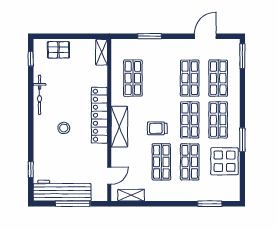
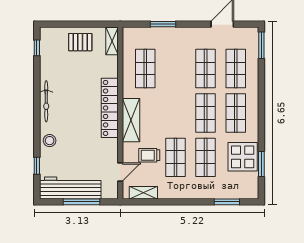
pallet: (58, 50) -> (80, 42), moved
bicycle: (40, 95) -> (46, 101), moved
stool: (64, 128) -> (50, 141), moved
trolley: (157, 128) -> (149, 155), moved
window: (242, 140) -> (261, 164), moved

